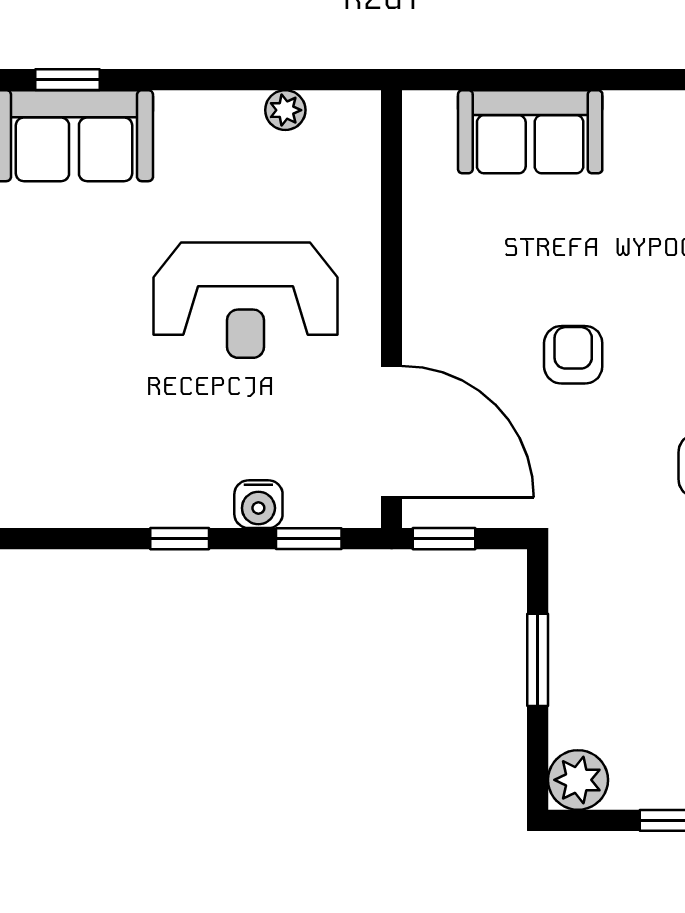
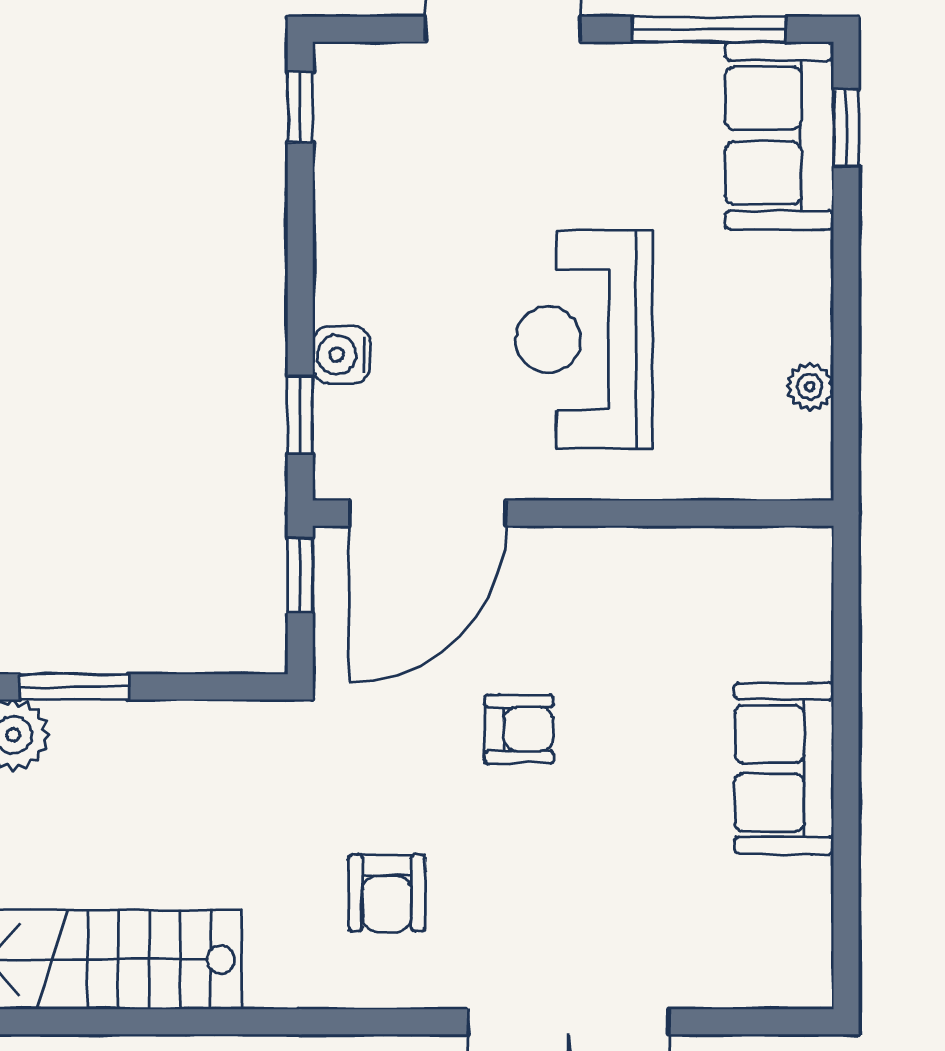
sofa: (530, 132) -> (784, 768), moved
window: (180, 539) -> (300, 107), moved
window: (538, 660) -> (74, 687), moved

